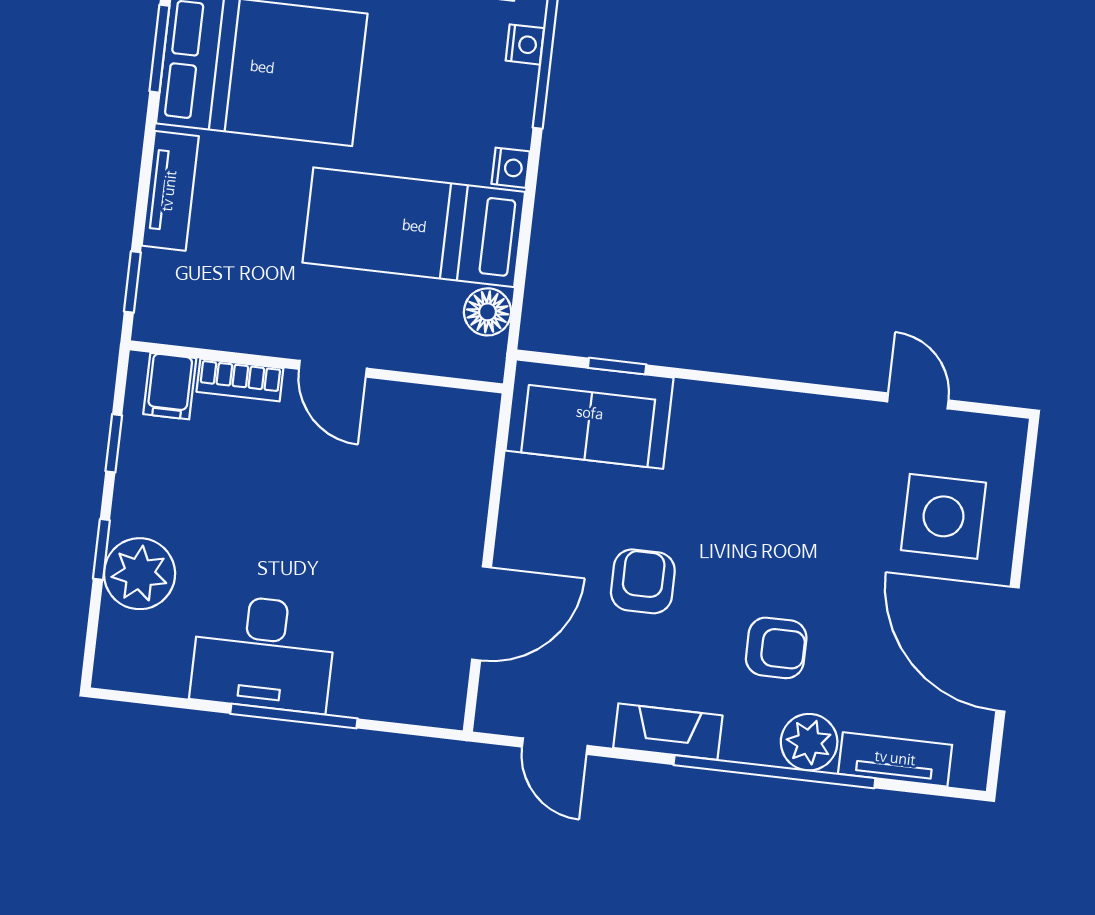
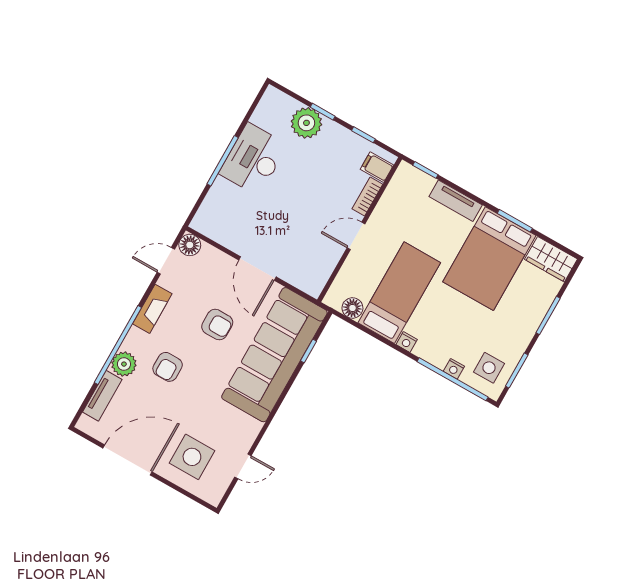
sofa: (590, 414) -> (274, 355), width x1.85, depth x1.27
door: (481, 613) -> (257, 268), moved
floor lamp: (500, 710) -> (190, 245), added

